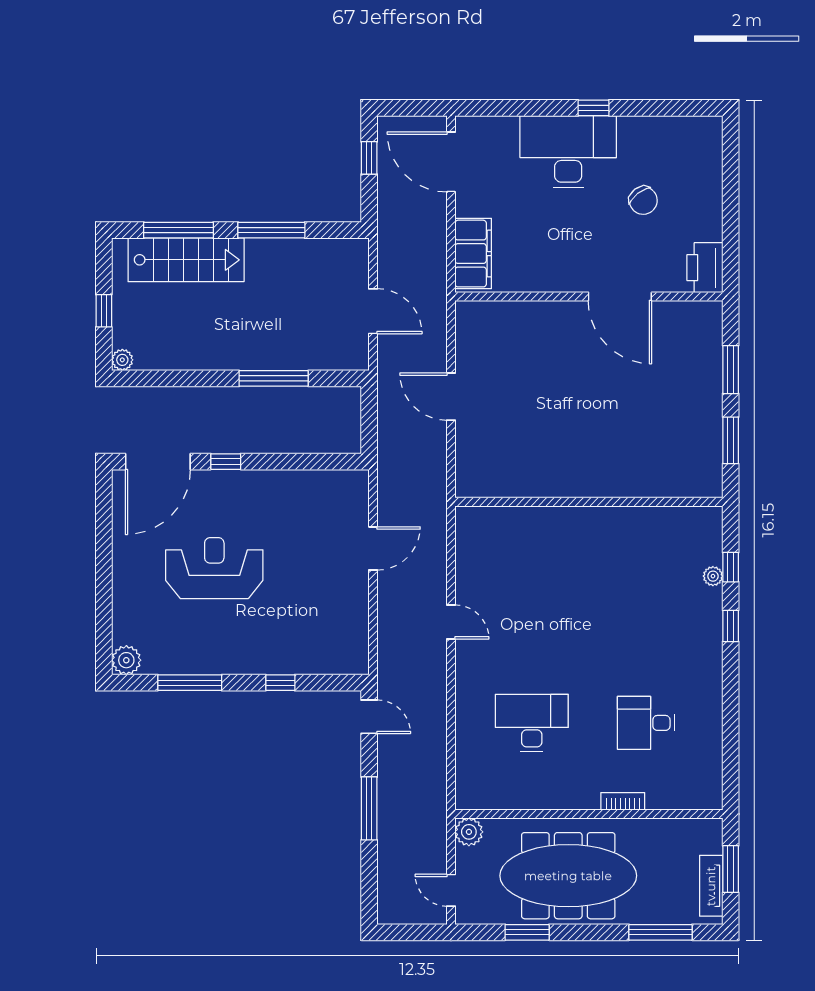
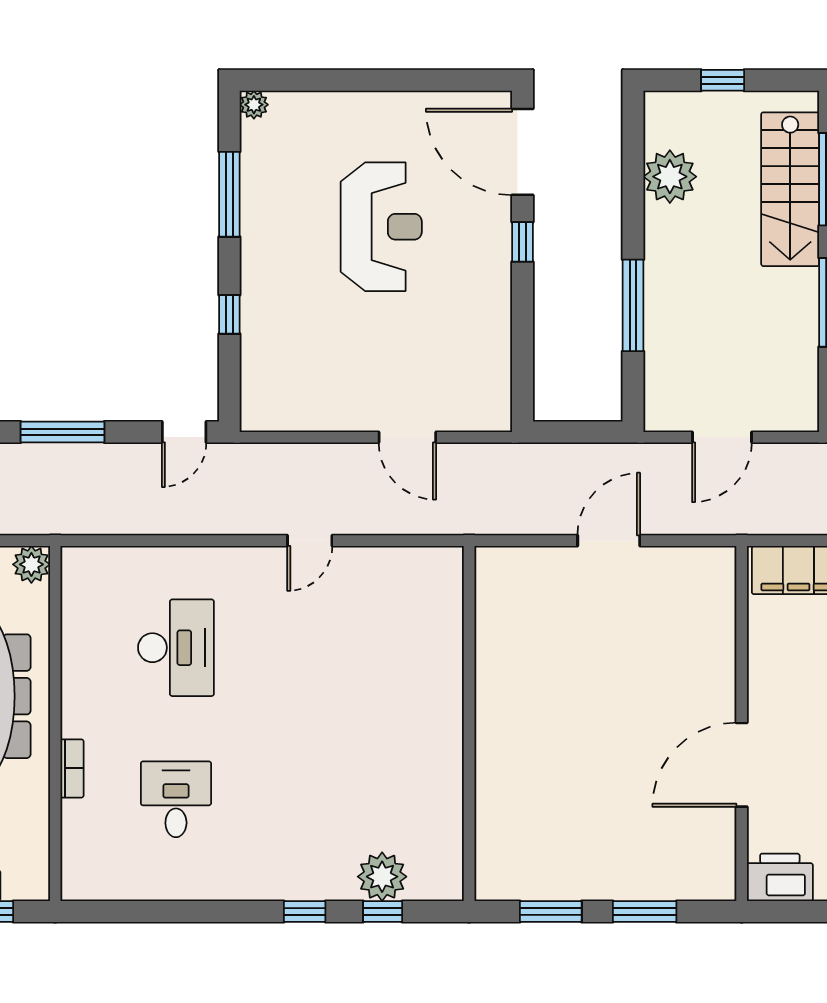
plant: (122, 360) -> (670, 177), moved, width x1.87, depth x1.87
plant: (713, 576) -> (382, 877), width x1.88, depth x1.88
plant: (126, 660) -> (254, 105), width x0.73, depth x0.73

